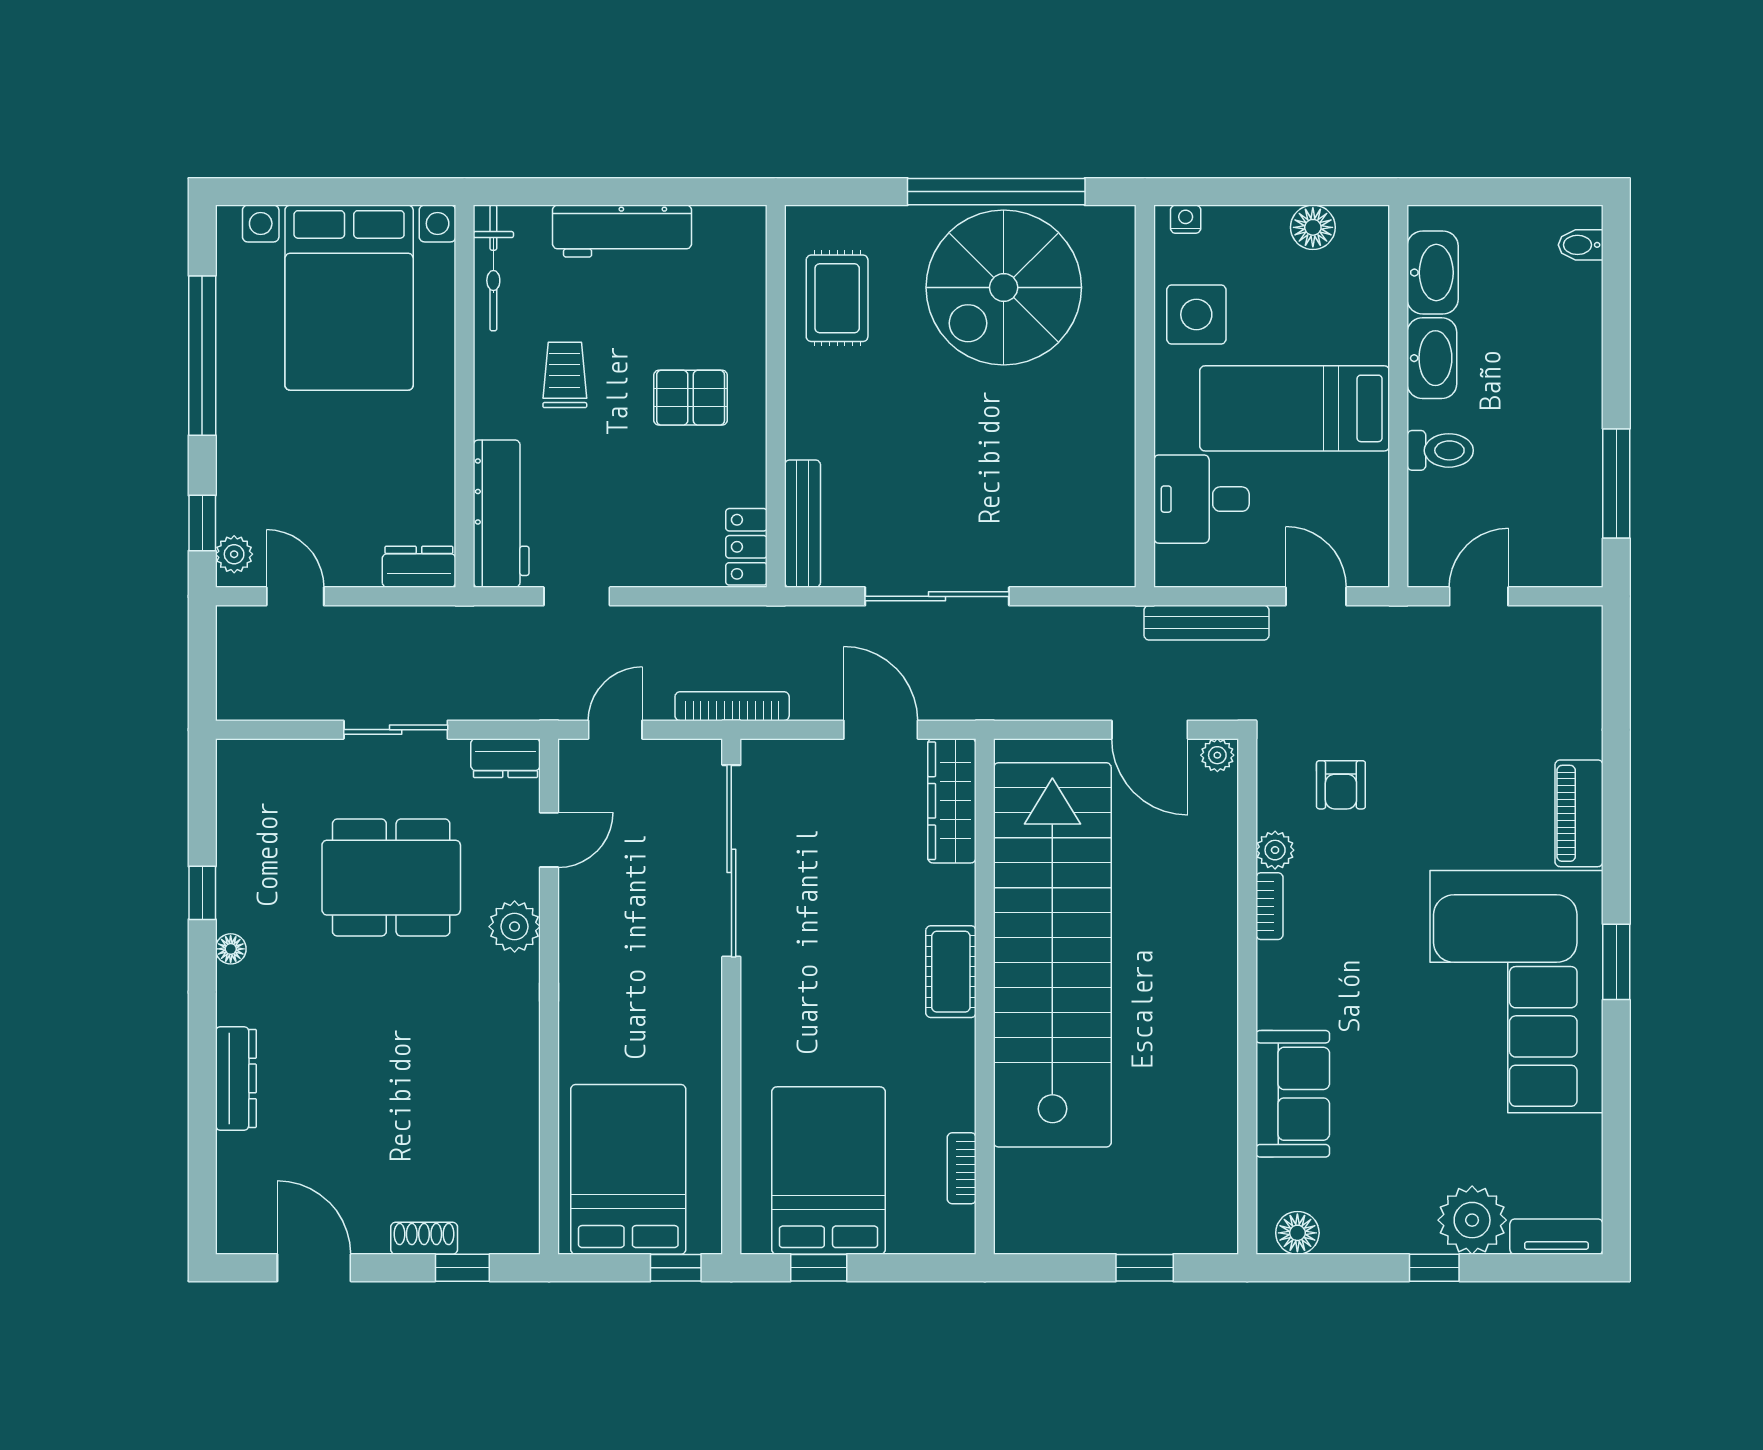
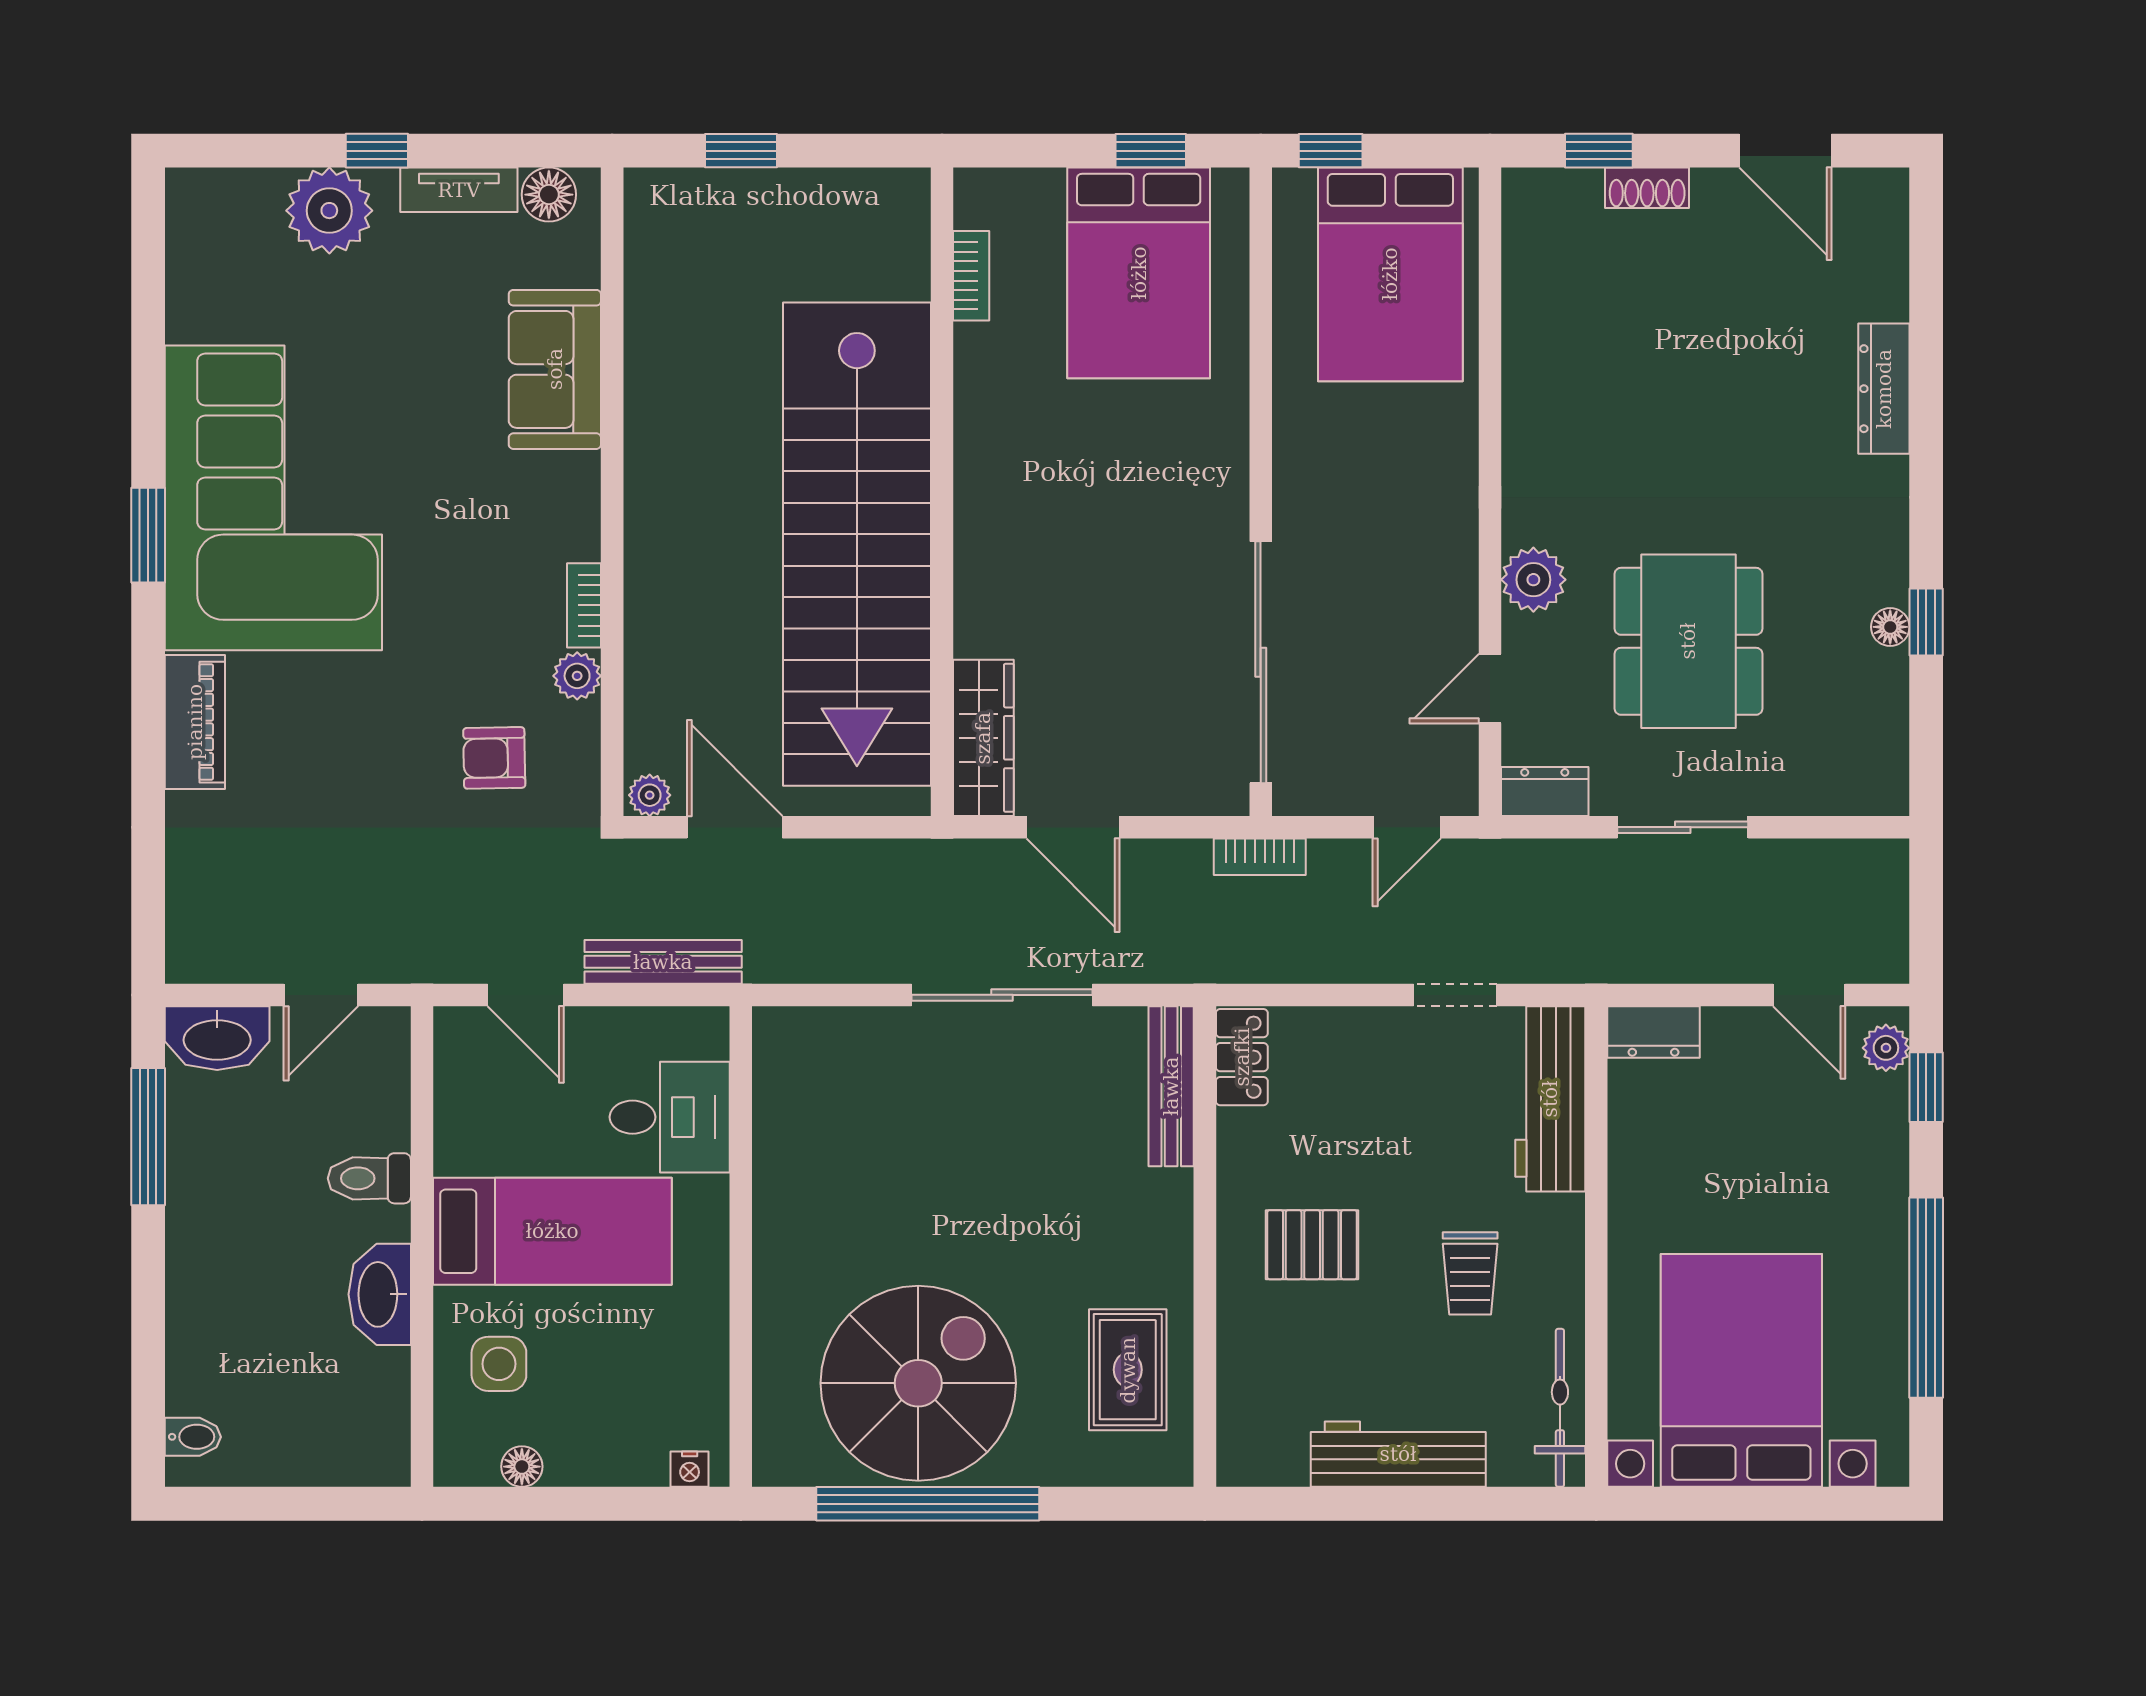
floor lamp: (1313, 227) -> (522, 1467), width x0.73, depth x0.73
washbasin: (1433, 273) -> (217, 1038), moved, turned -90
side table: (1196, 315) -> (499, 1364), moved, width x0.73, depth x0.73
bookcase: (732, 706) -> (1260, 857), width x0.64
armchair: (1341, 785) -> (494, 758), turned -91
dining table: (391, 878) -> (1688, 641), turned 90
floor lamp: (231, 949) -> (1890, 627), moved
cot: (951, 972) -> (985, 523), removed
tv unit: (1556, 1237) -> (459, 190), moved

